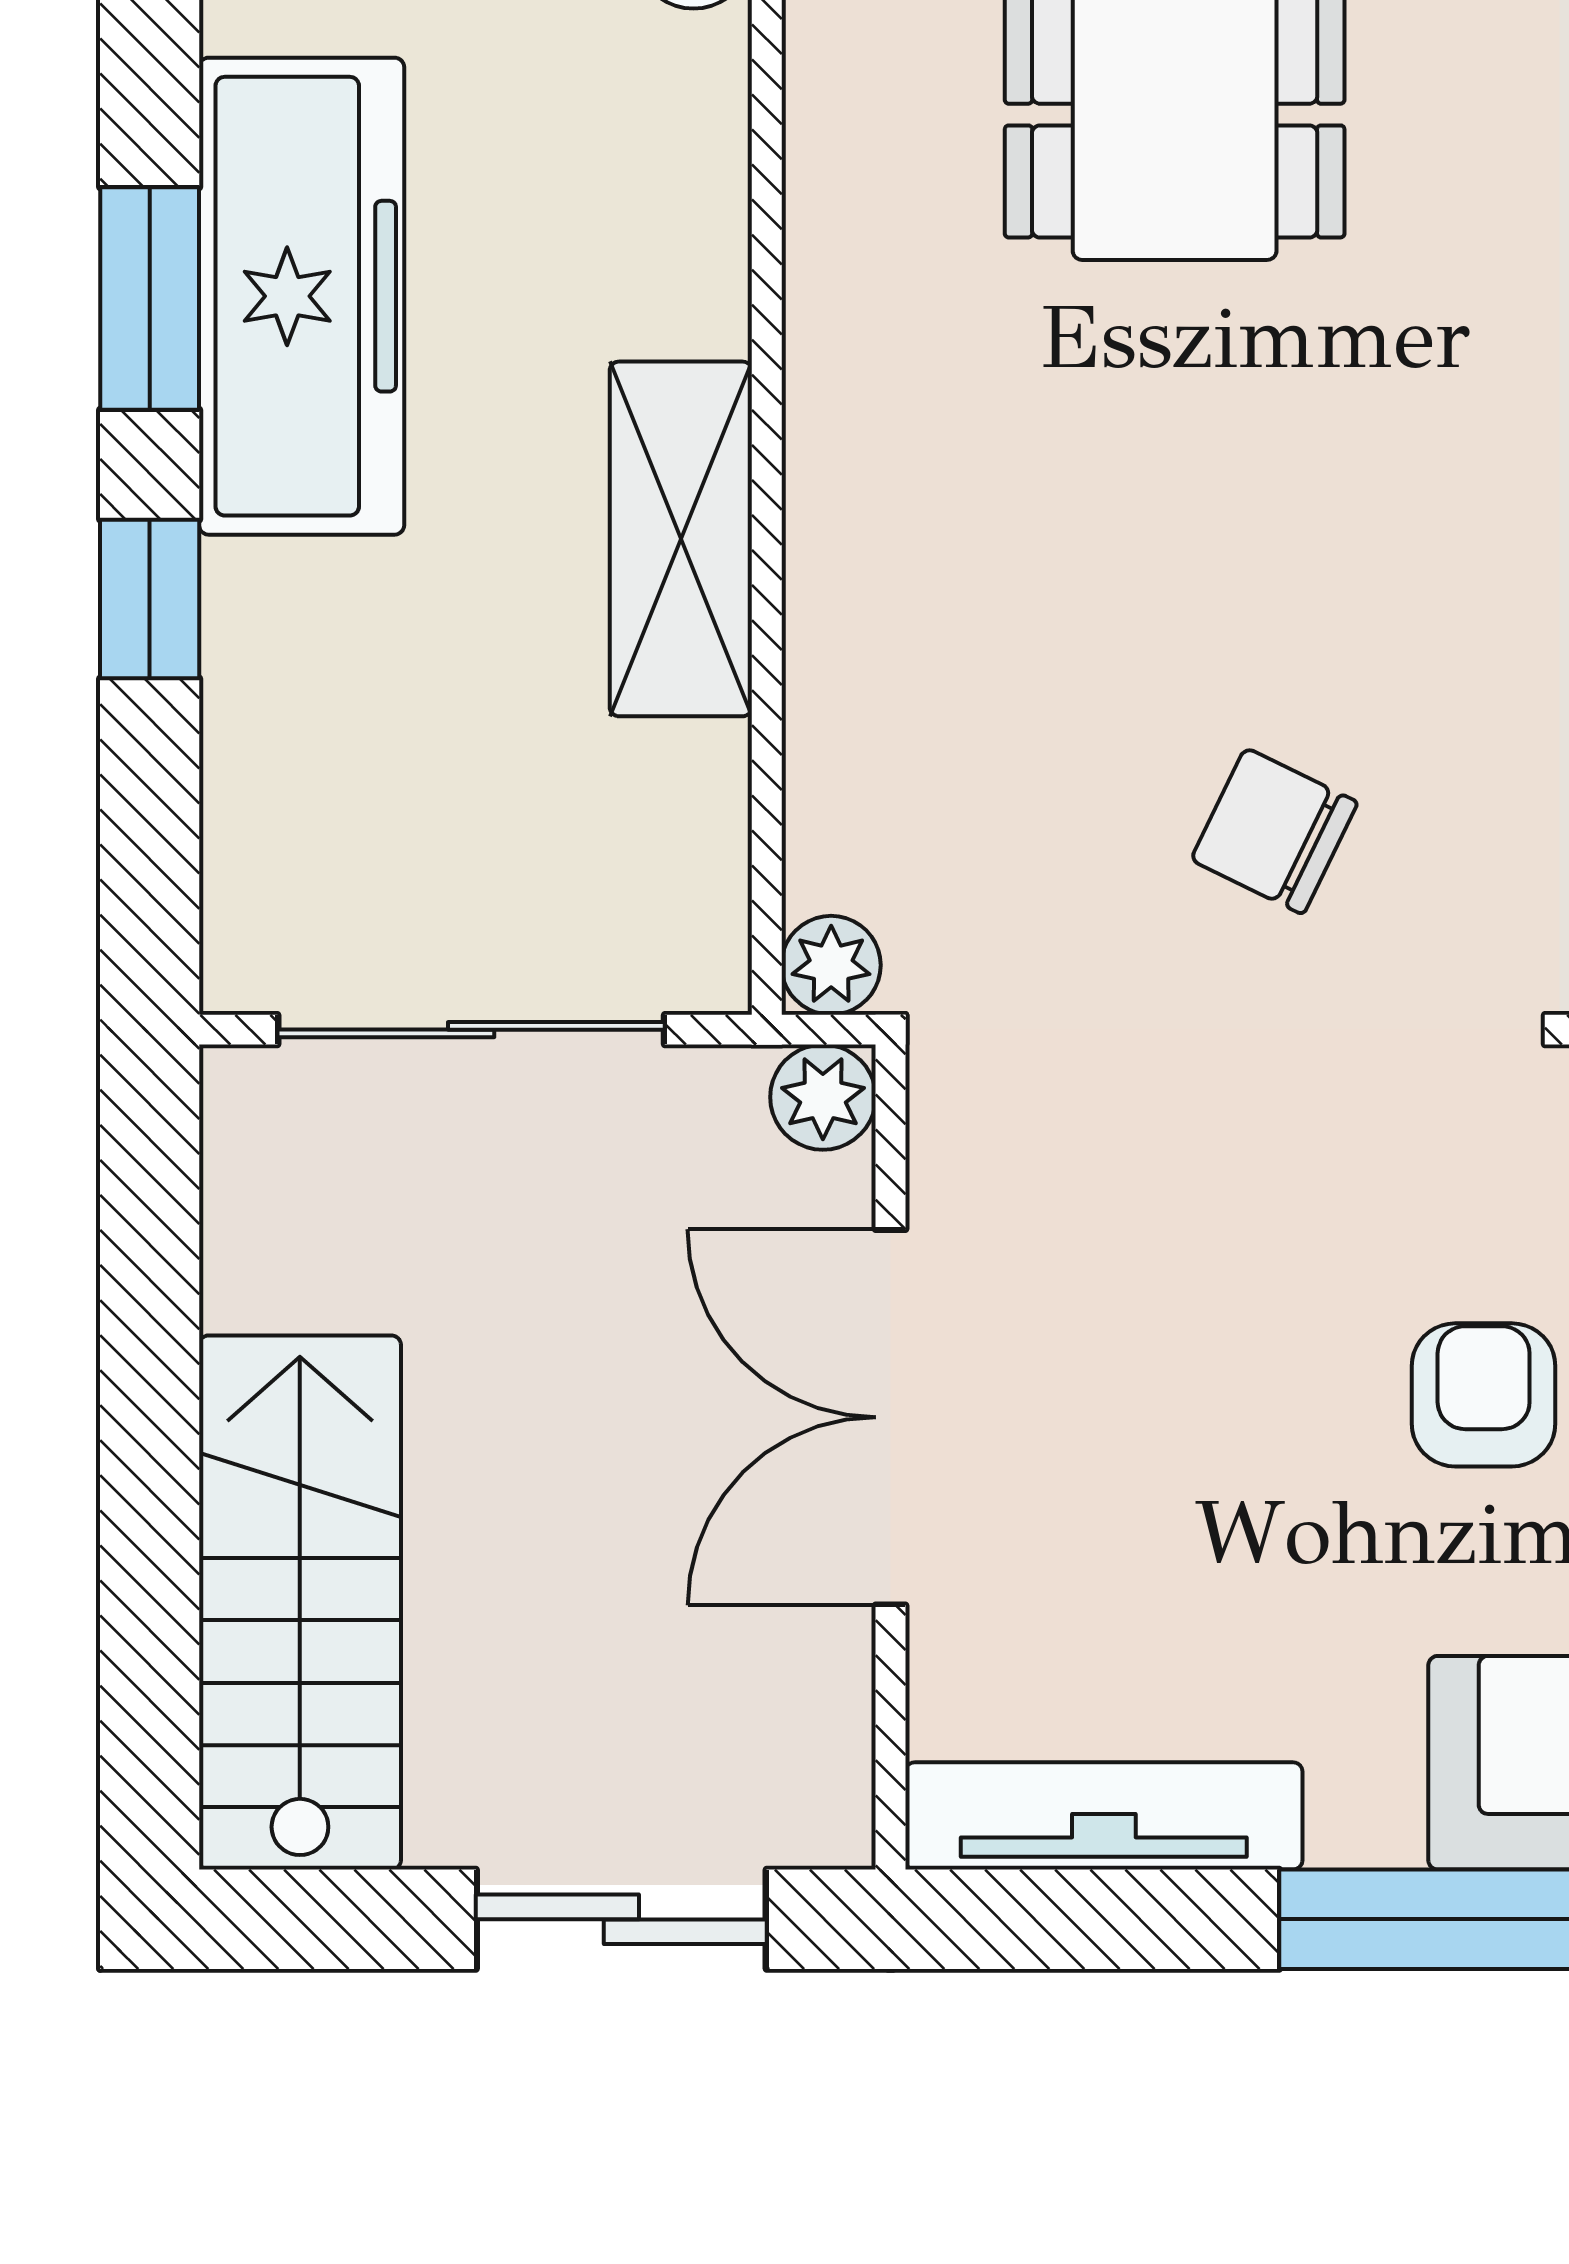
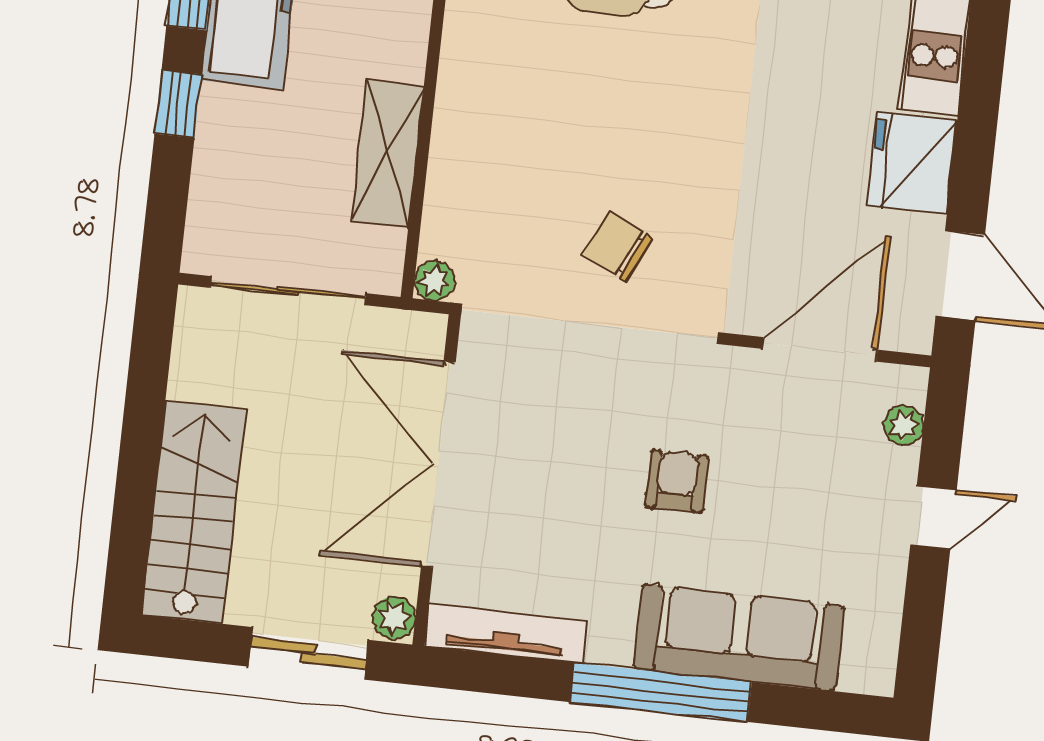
shelving: (681, 539) -> (388, 154), moved
plant: (823, 1097) -> (394, 618), moved
double door: (891, 1417) -> (438, 464), width x1.36

